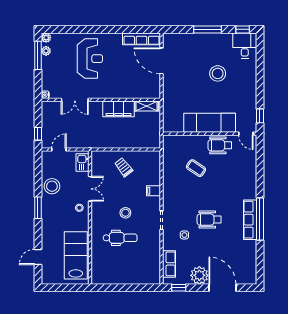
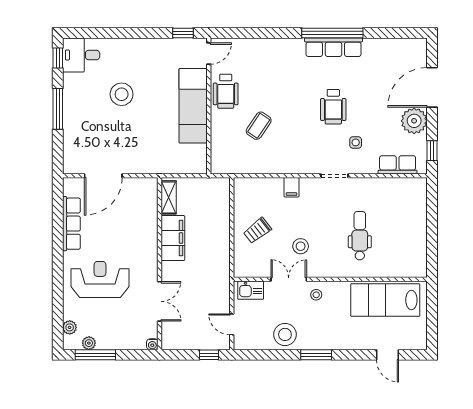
plant: (46, 38) -> (70, 327), moved
row of seats: (141, 39) -> (71, 224), moved
stool: (125, 213) -> (301, 246), moved

